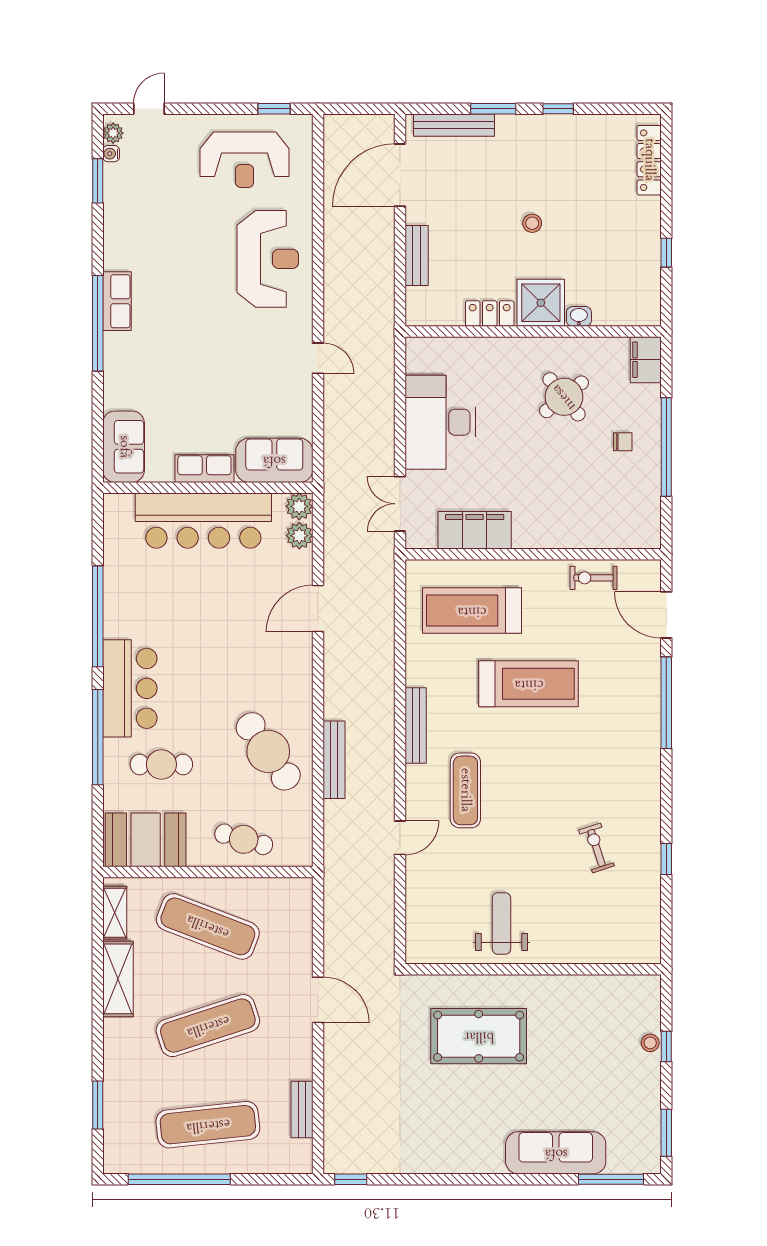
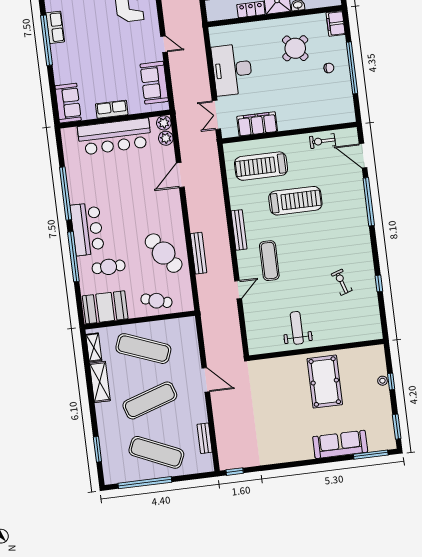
sofa: (274, 460) -> (154, 83), moved, turned -90
pool table: (479, 1036) -> (325, 382), moved, turned 90
exercise mat: (208, 1125) -> (156, 452), turned 30

